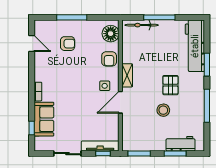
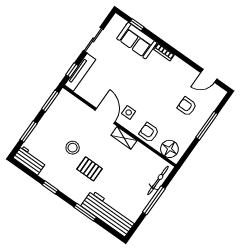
armchair: (68, 44) -> (187, 106), turned 90
window: (207, 106) -> (50, 187), width x0.46
workbench: (180, 144) -> (30, 160), moved, turned -90

